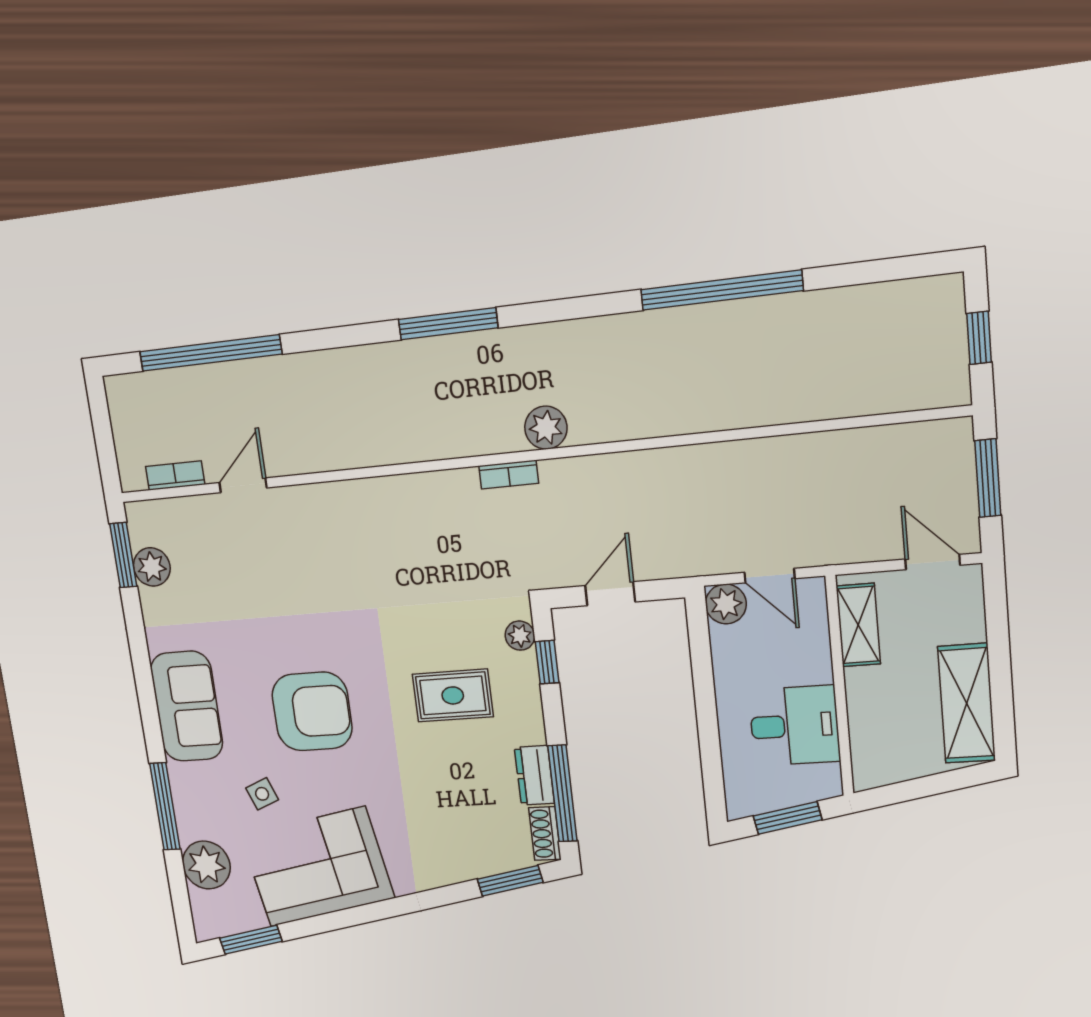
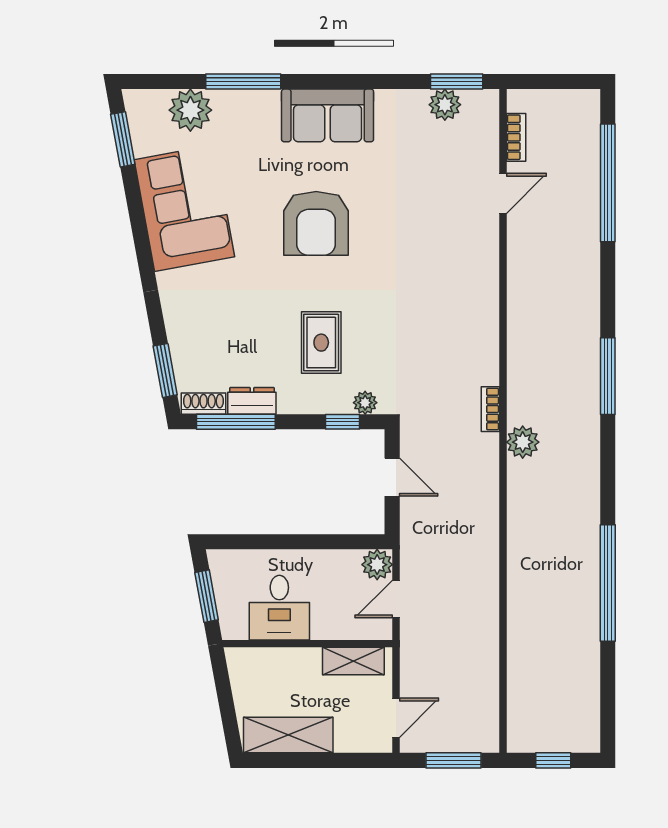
door: (243, 485) -> (503, 193), hinge flipped
side table: (262, 794) -> (249, 170), removed

